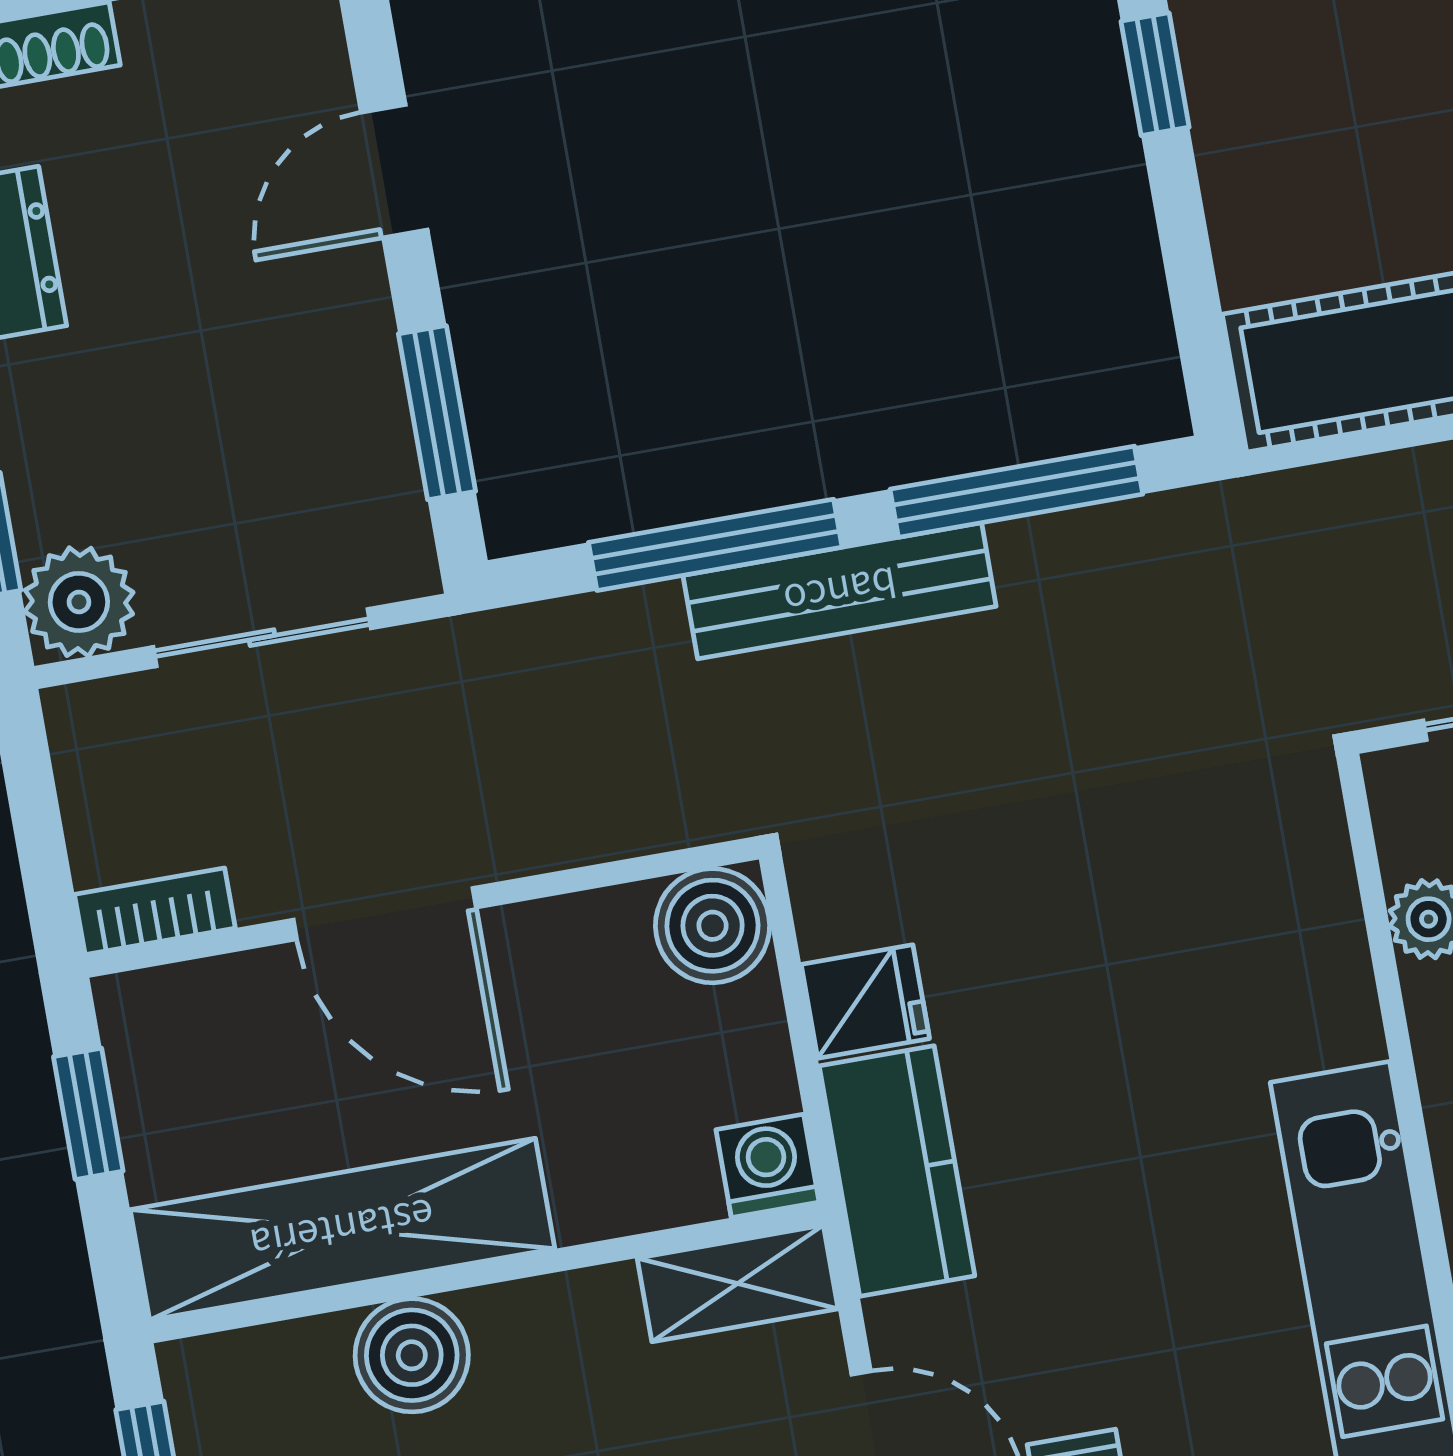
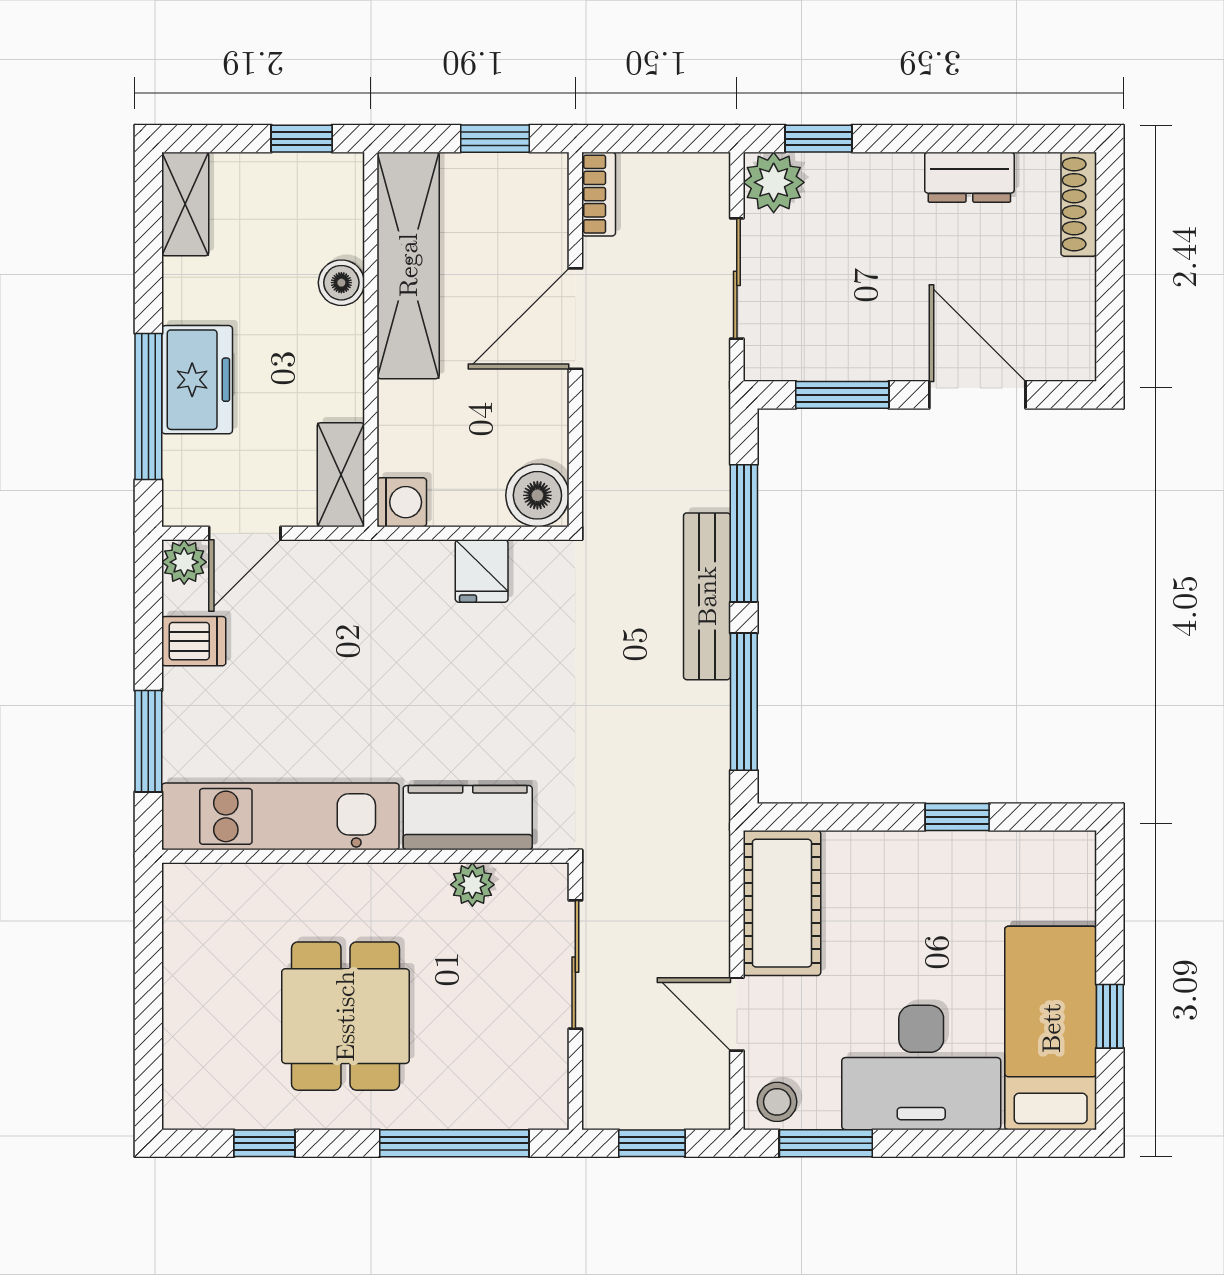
door: (394, 171) -> (977, 395), width x1.38
kitchen counter: (897, 1171) -> (468, 818), moved, turned 180
boiler: (412, 1355) -> (341, 283), width x0.73, depth x0.73

